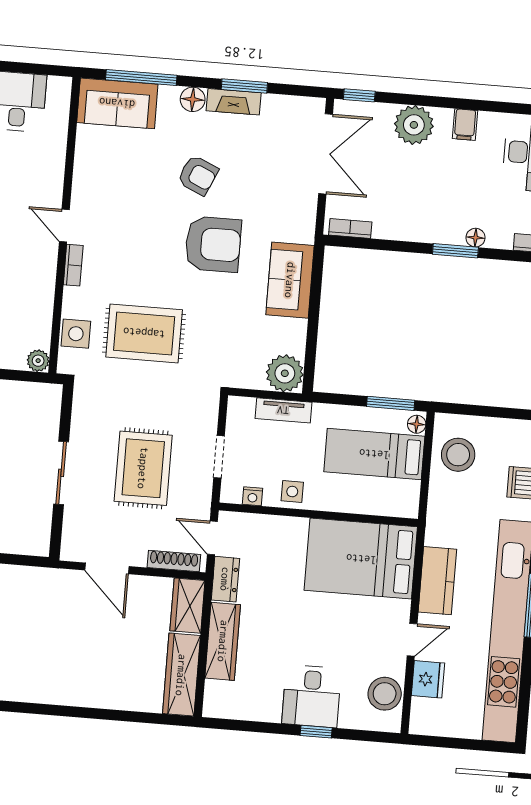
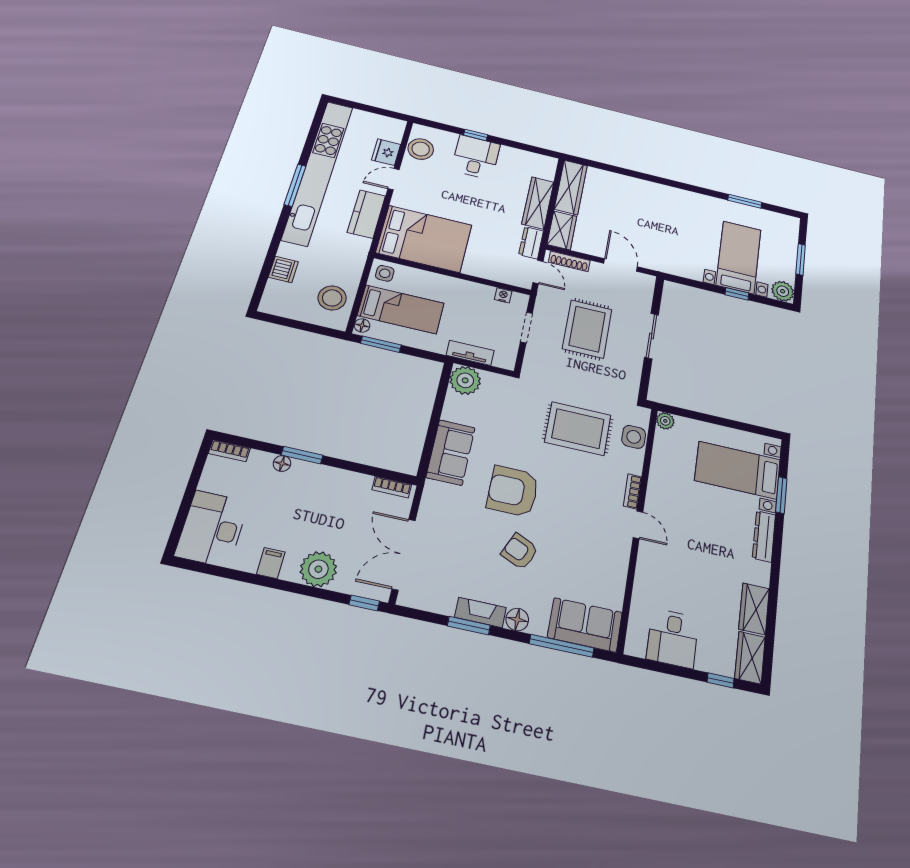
side table: (292, 492) -> (385, 273), moved

